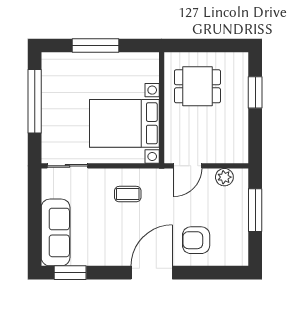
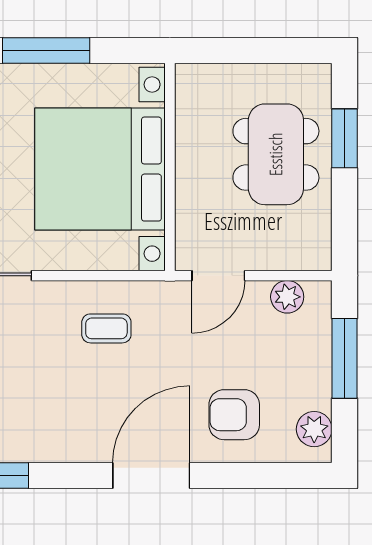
dining table: (197, 86) -> (276, 154), moved, width x1.37
bed with nightstands: (124, 123) -> (100, 169), width x1.36
plant: (239, 248) -> (314, 429), added

